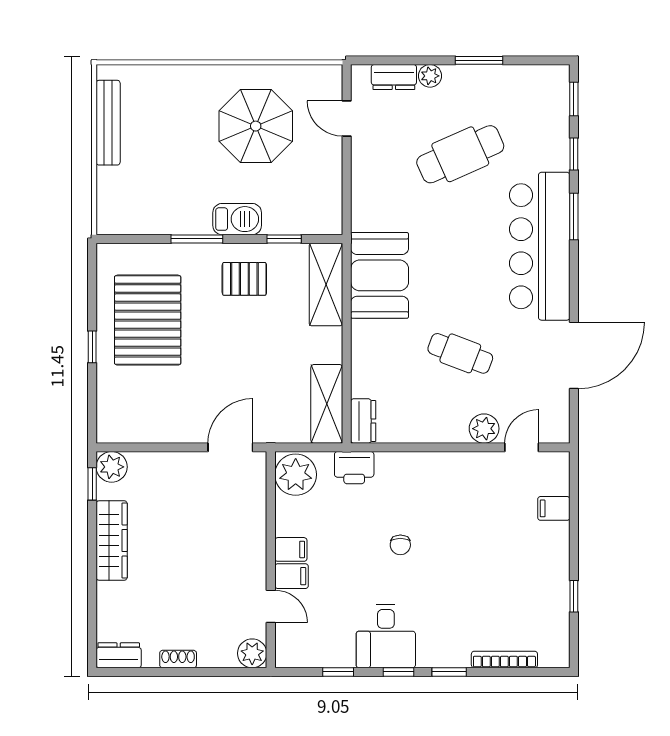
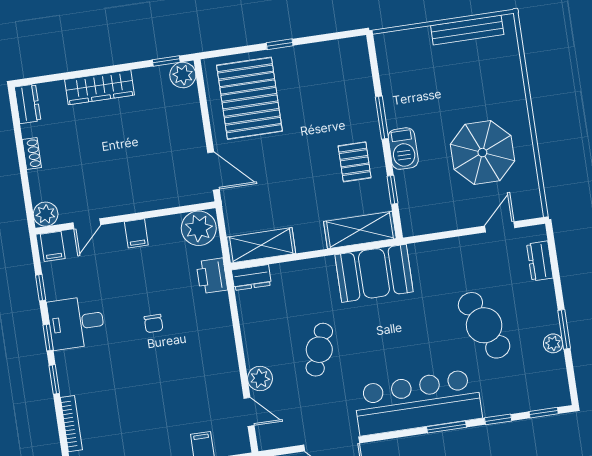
plant: (430, 76) -> (553, 343), moved
pallet: (148, 320) -> (249, 98), moved, turned 90
wardrobe: (112, 541) -> (99, 87), moved
chair: (400, 545) -> (154, 323), turned -90
filing cabinet: (292, 576) -> (53, 246), moved

